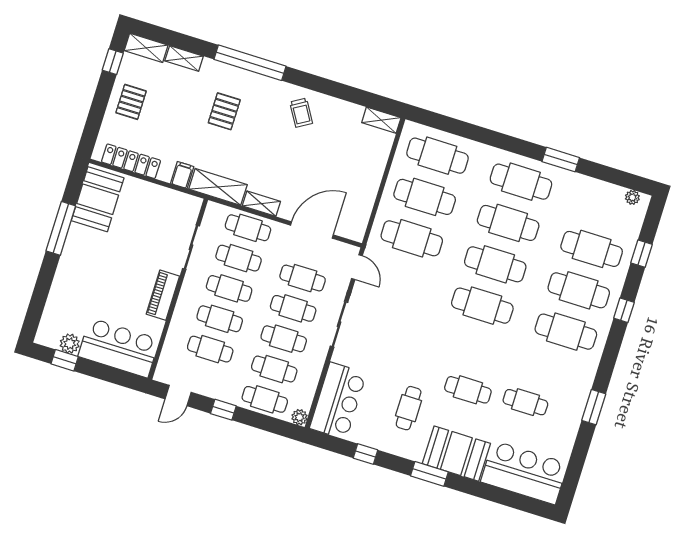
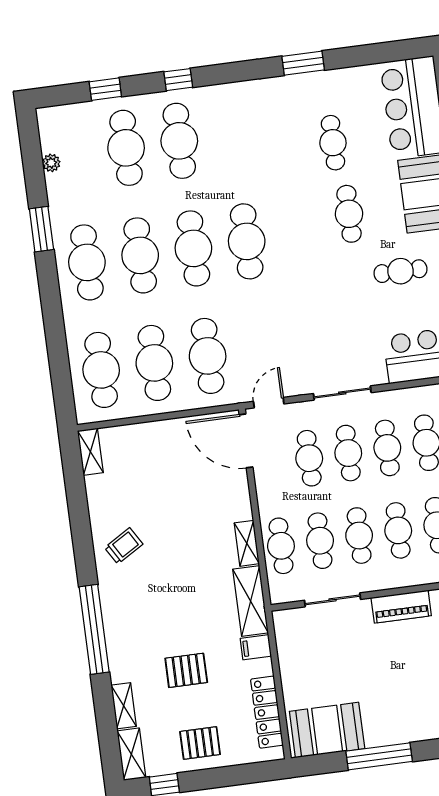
pallet: (224, 111) -> (186, 670), moved
plant: (632, 197) -> (51, 163), moved
door: (312, 230) -> (246, 441), moved
cafe table: (566, 332) -> (232, 134), removed

